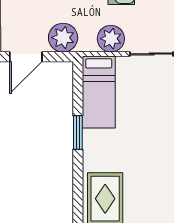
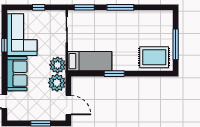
plant: (111, 39) -> (58, 65), moved

